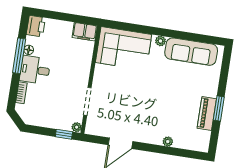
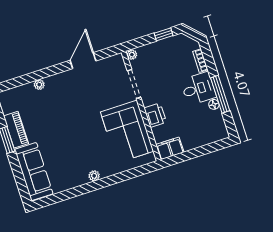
printer: (36, 26) -> (155, 115), moved, turned 180
corner sofa: (124, 48) -> (127, 132), moved, turned -90
sofa: (191, 52) -> (34, 172), moved, turned 90
window: (64, 134) -> (164, 34), moved

